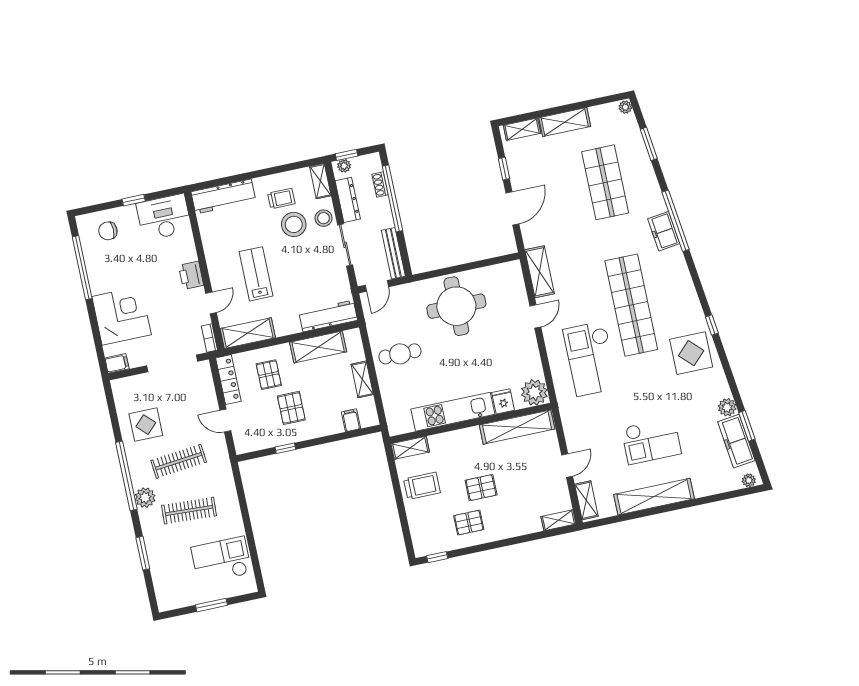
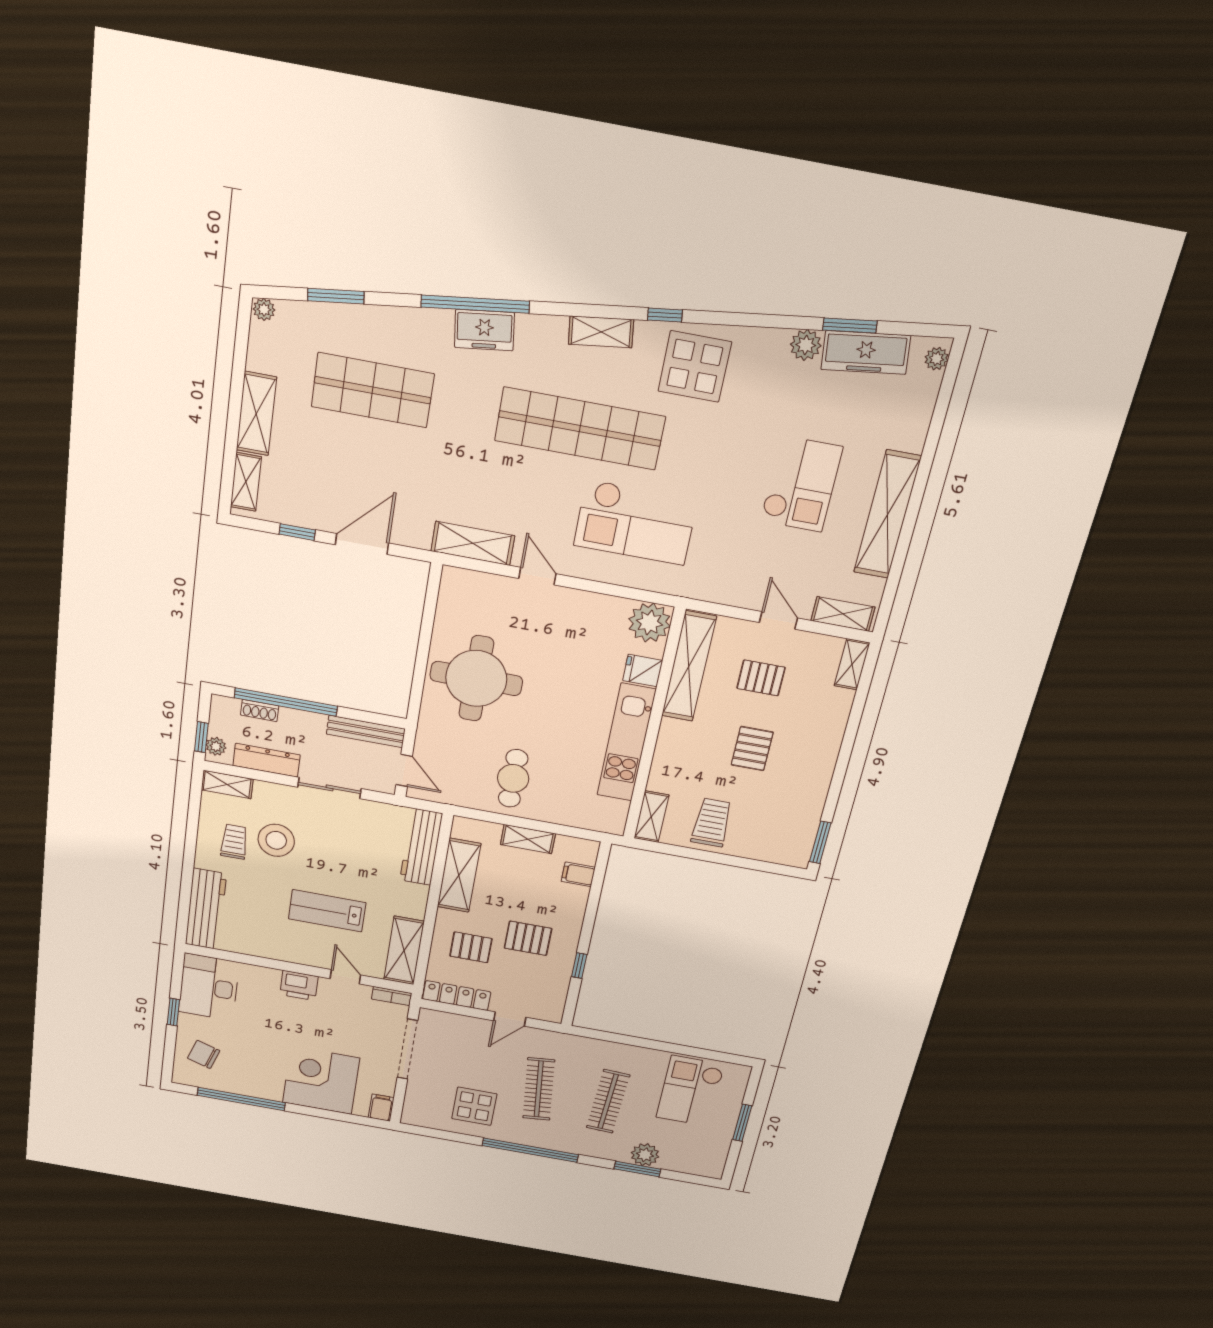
door: (512, 208) -> (362, 544), hinge flipped
stool: (324, 218) -> (281, 800), removed
chair: (108, 231) -> (204, 1054), turned 108
shelving: (689, 295) -> (601, 332), added
plant: (145, 498) -> (645, 1155), moved
pallet: (469, 523) -> (761, 678), moved, turned 90
window: (437, 557) -> (820, 842), width x1.50

